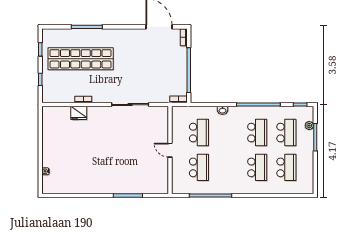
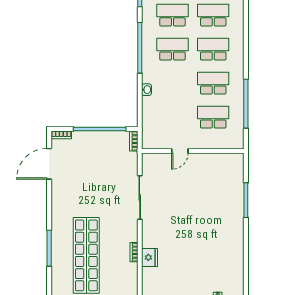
school desk: (199, 133) -> (213, 83), moved
door: (170, 150) -> (180, 151), moved

